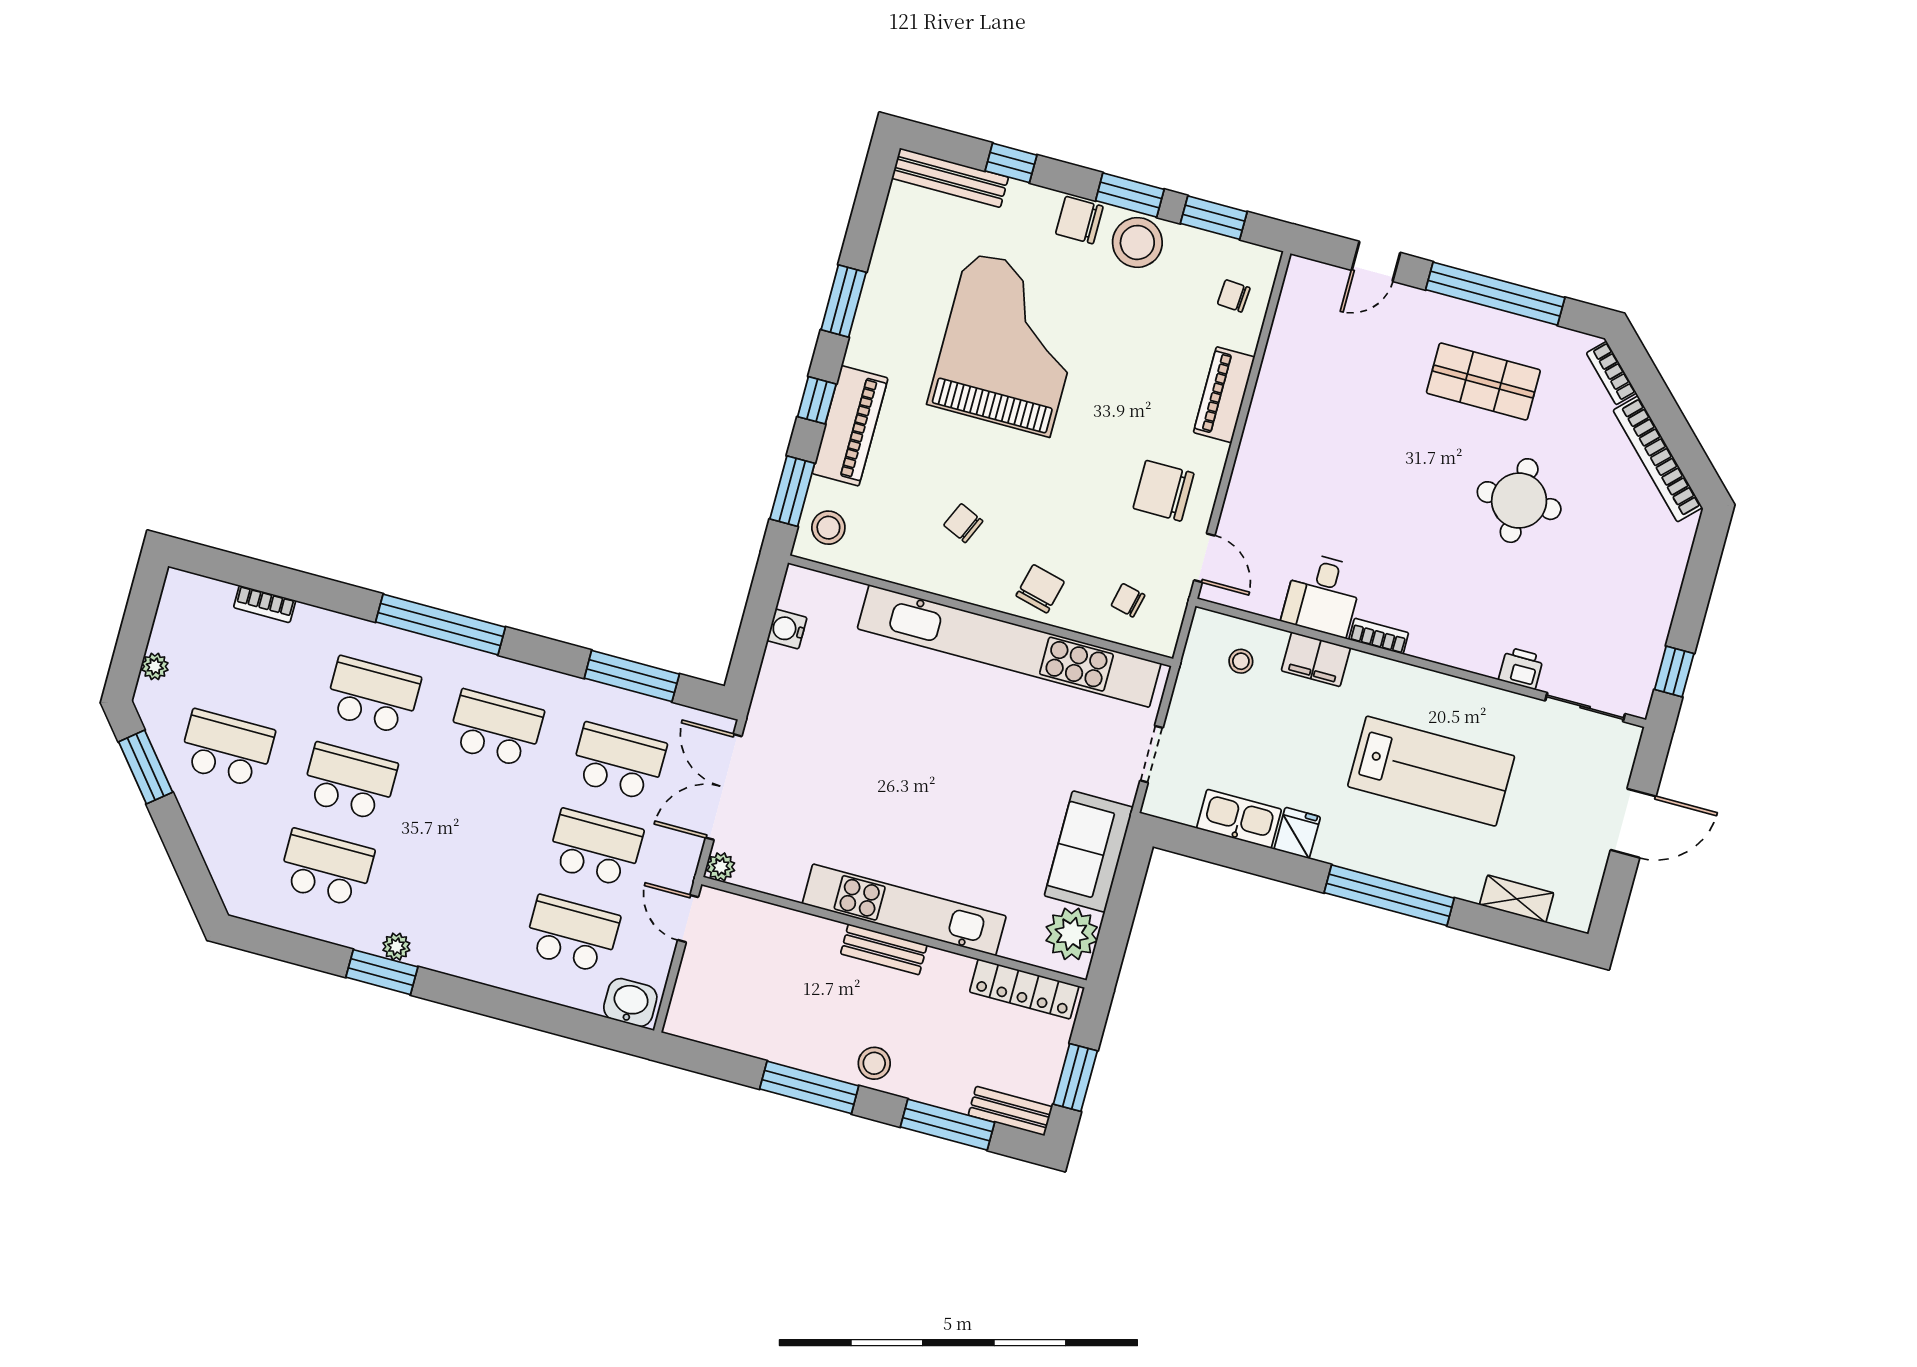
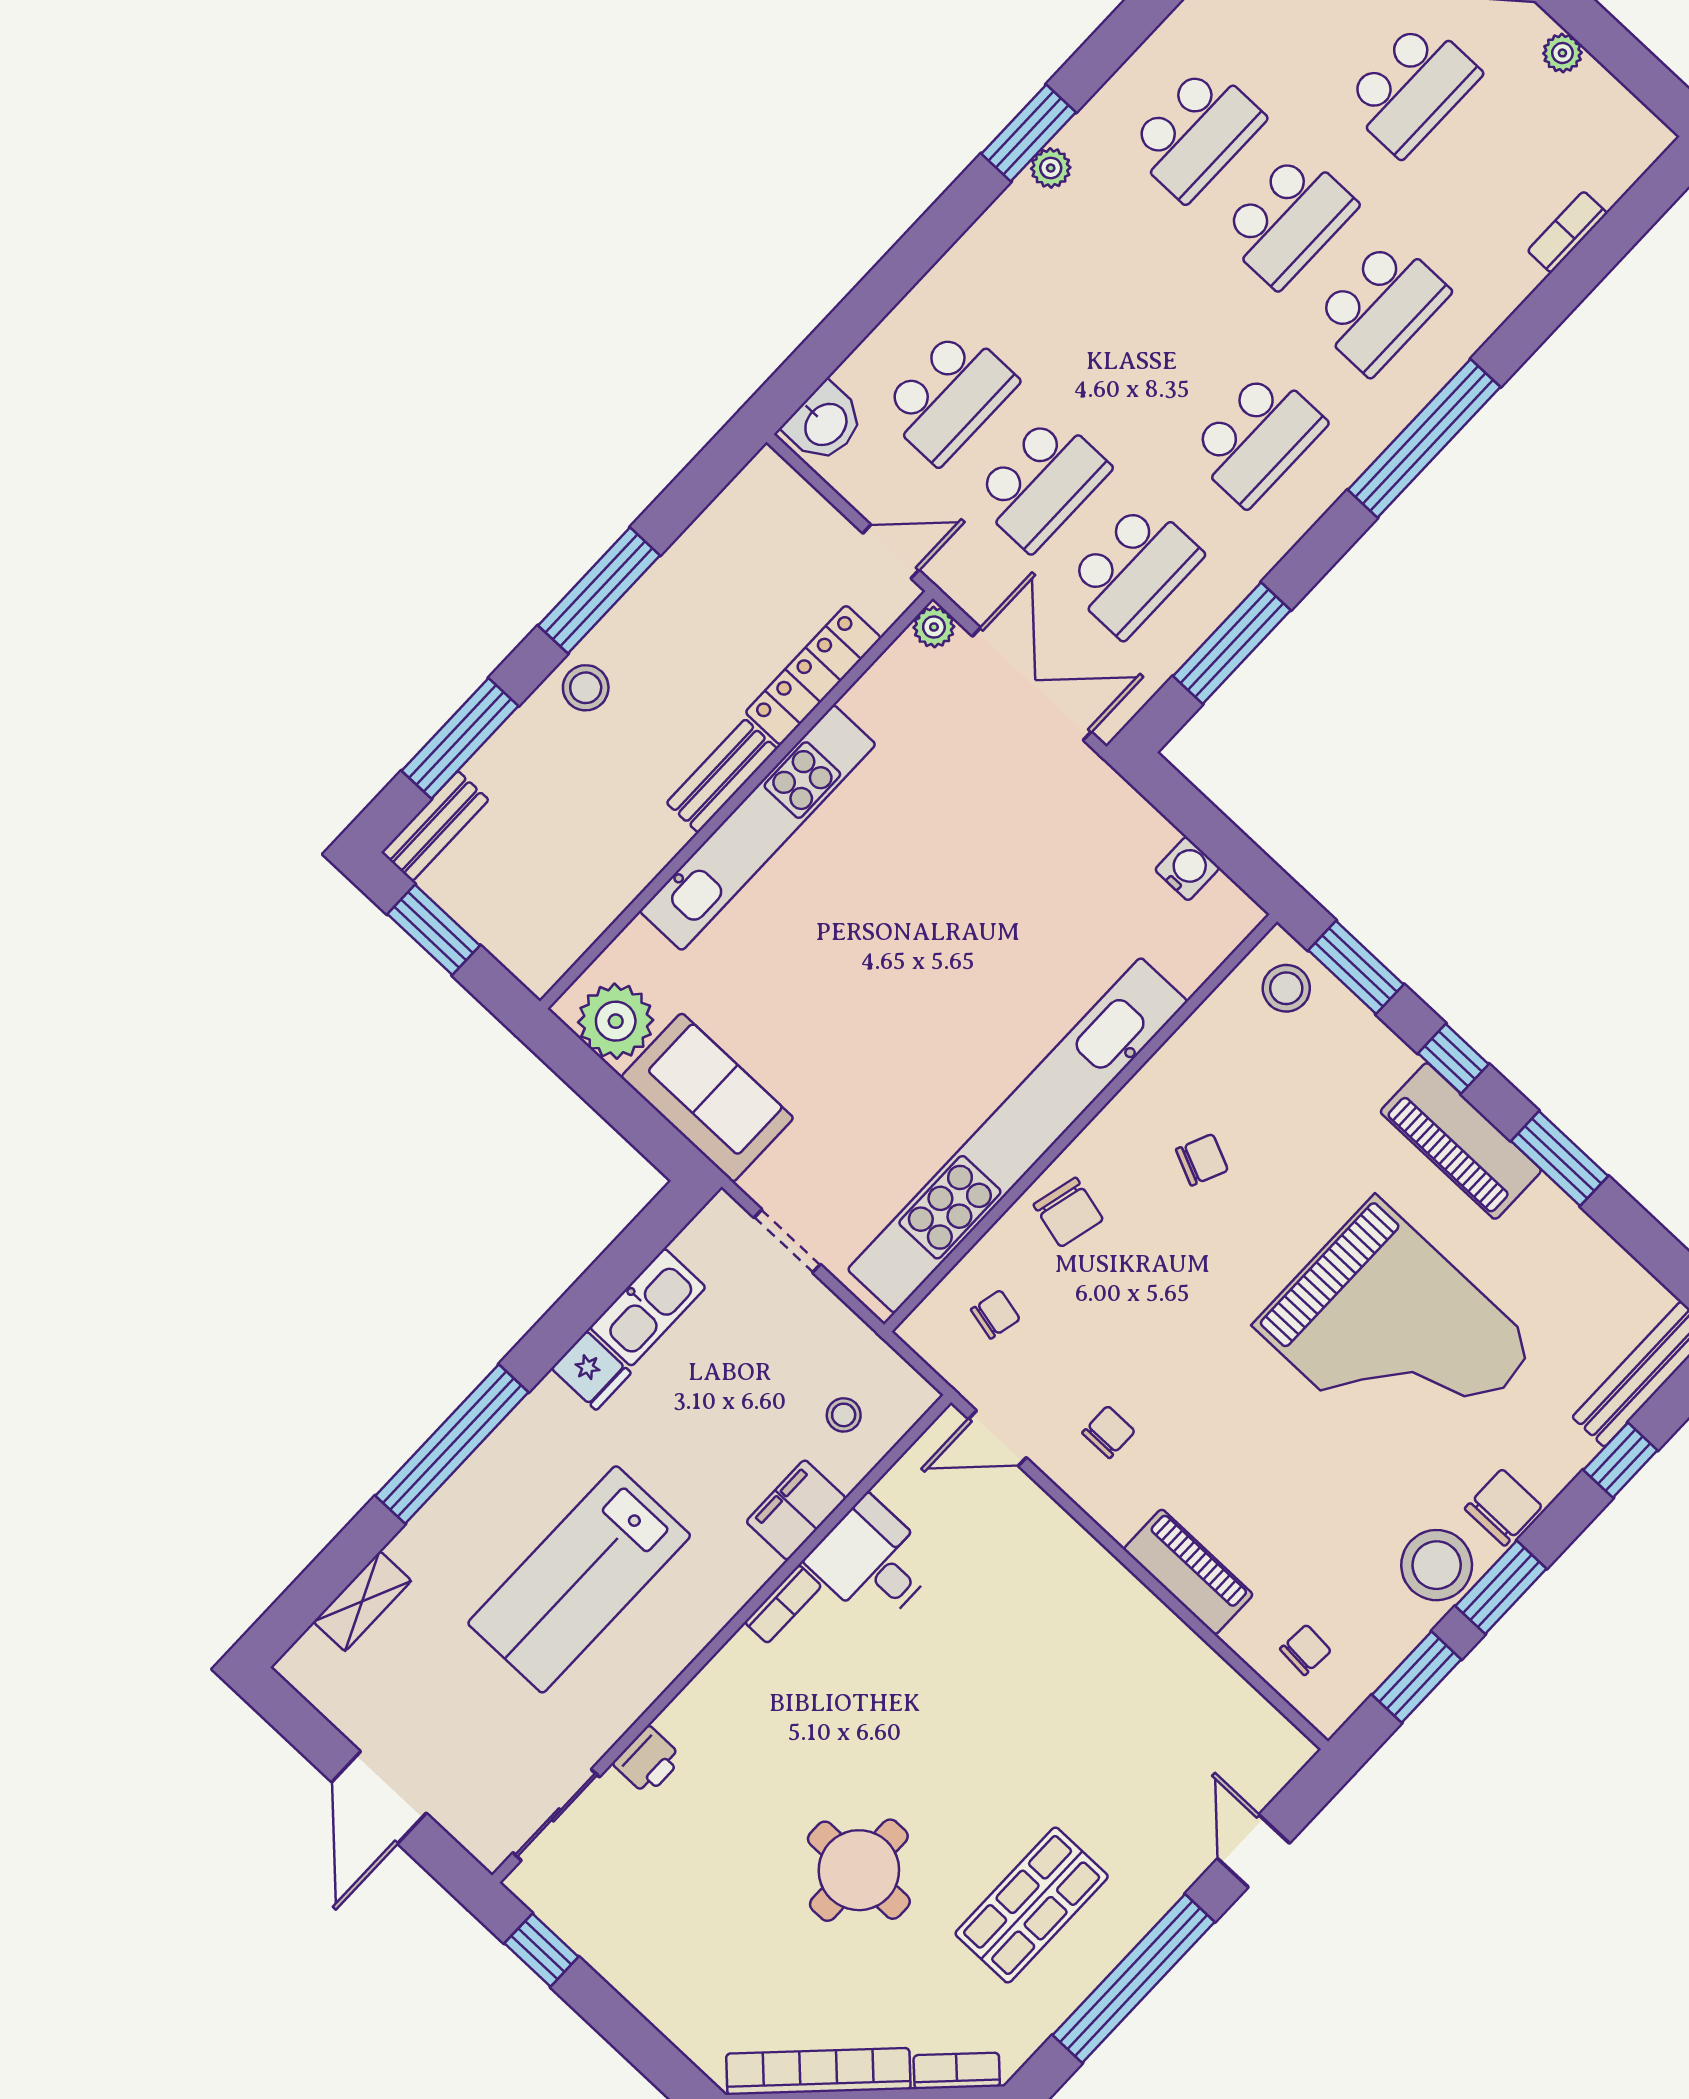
piano: (850, 426) -> (1461, 1141), moved
chair: (1164, 491) -> (1109, 1432), width x0.54, depth x0.54
locker: (1024, 989) -> (813, 675), moved

